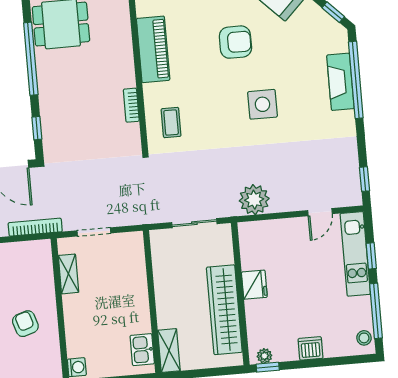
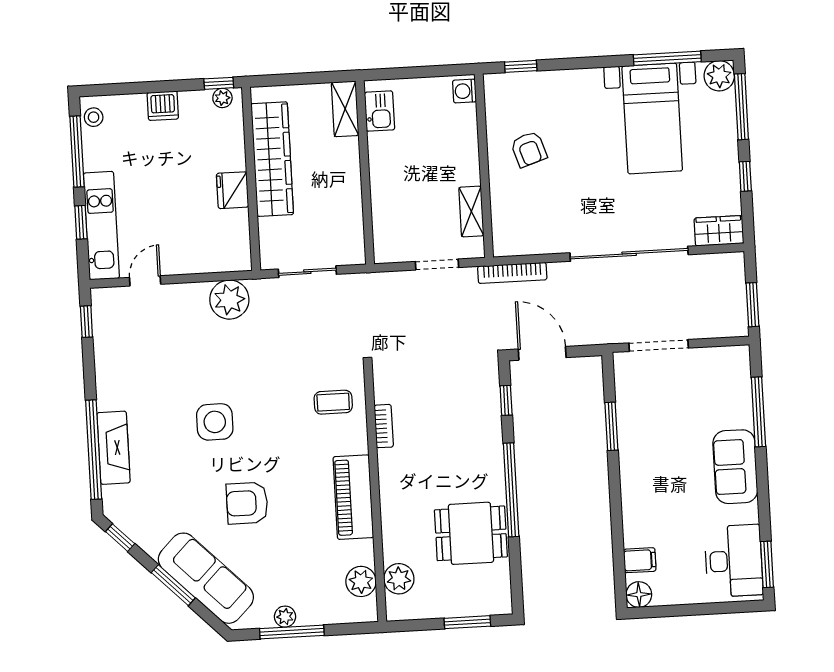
coffee table: (171, 123) -> (333, 402), turned 90

